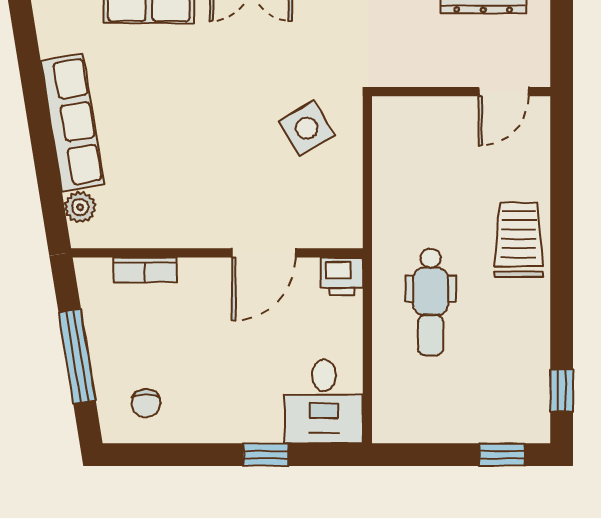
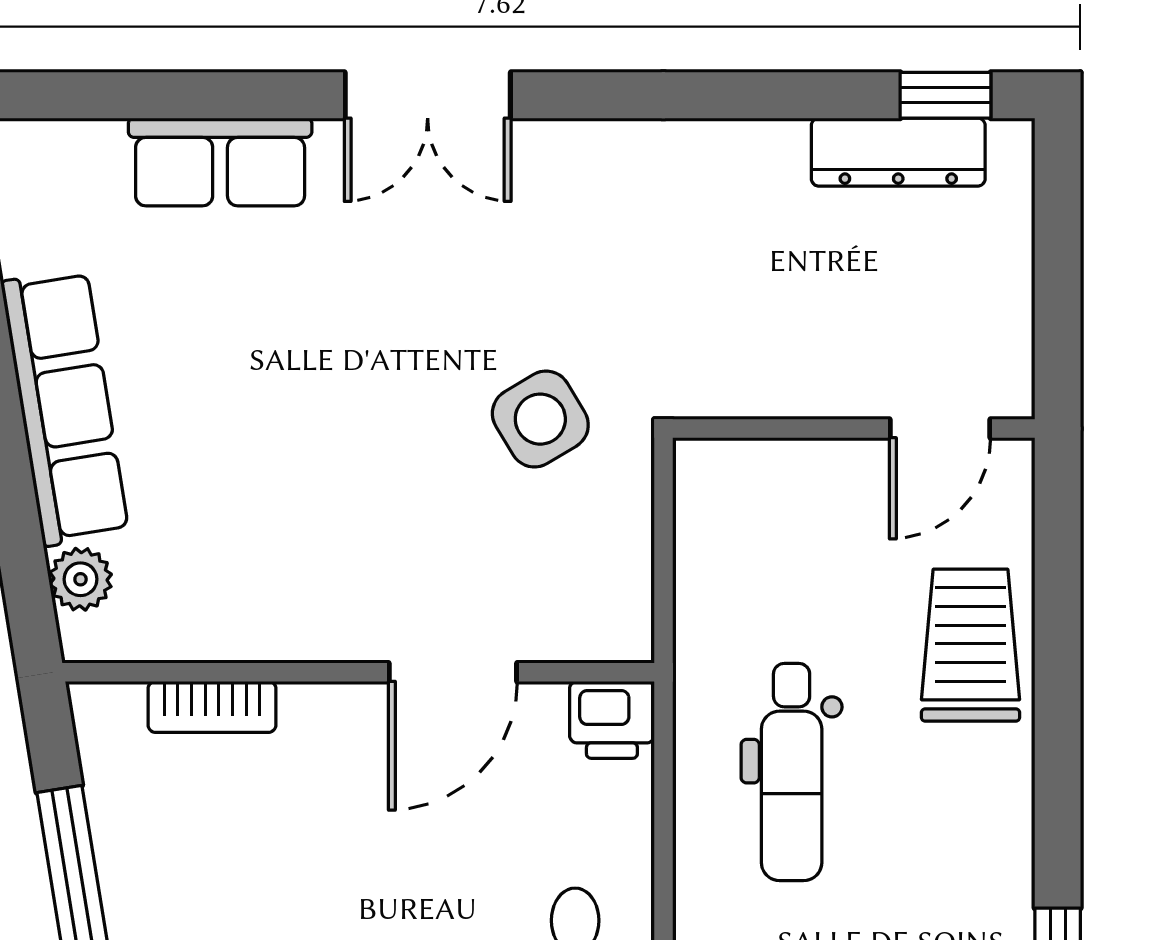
wall: (461, 92) -> (854, 429), moved
door: (504, 92) -> (940, 429), moved

